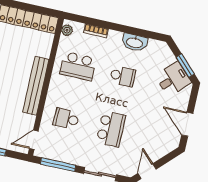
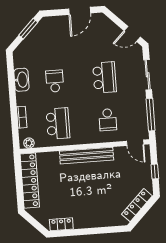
desk: (173, 79) -> (44, 36), removed
school desk: (111, 129) -> (104, 77), turned 90

